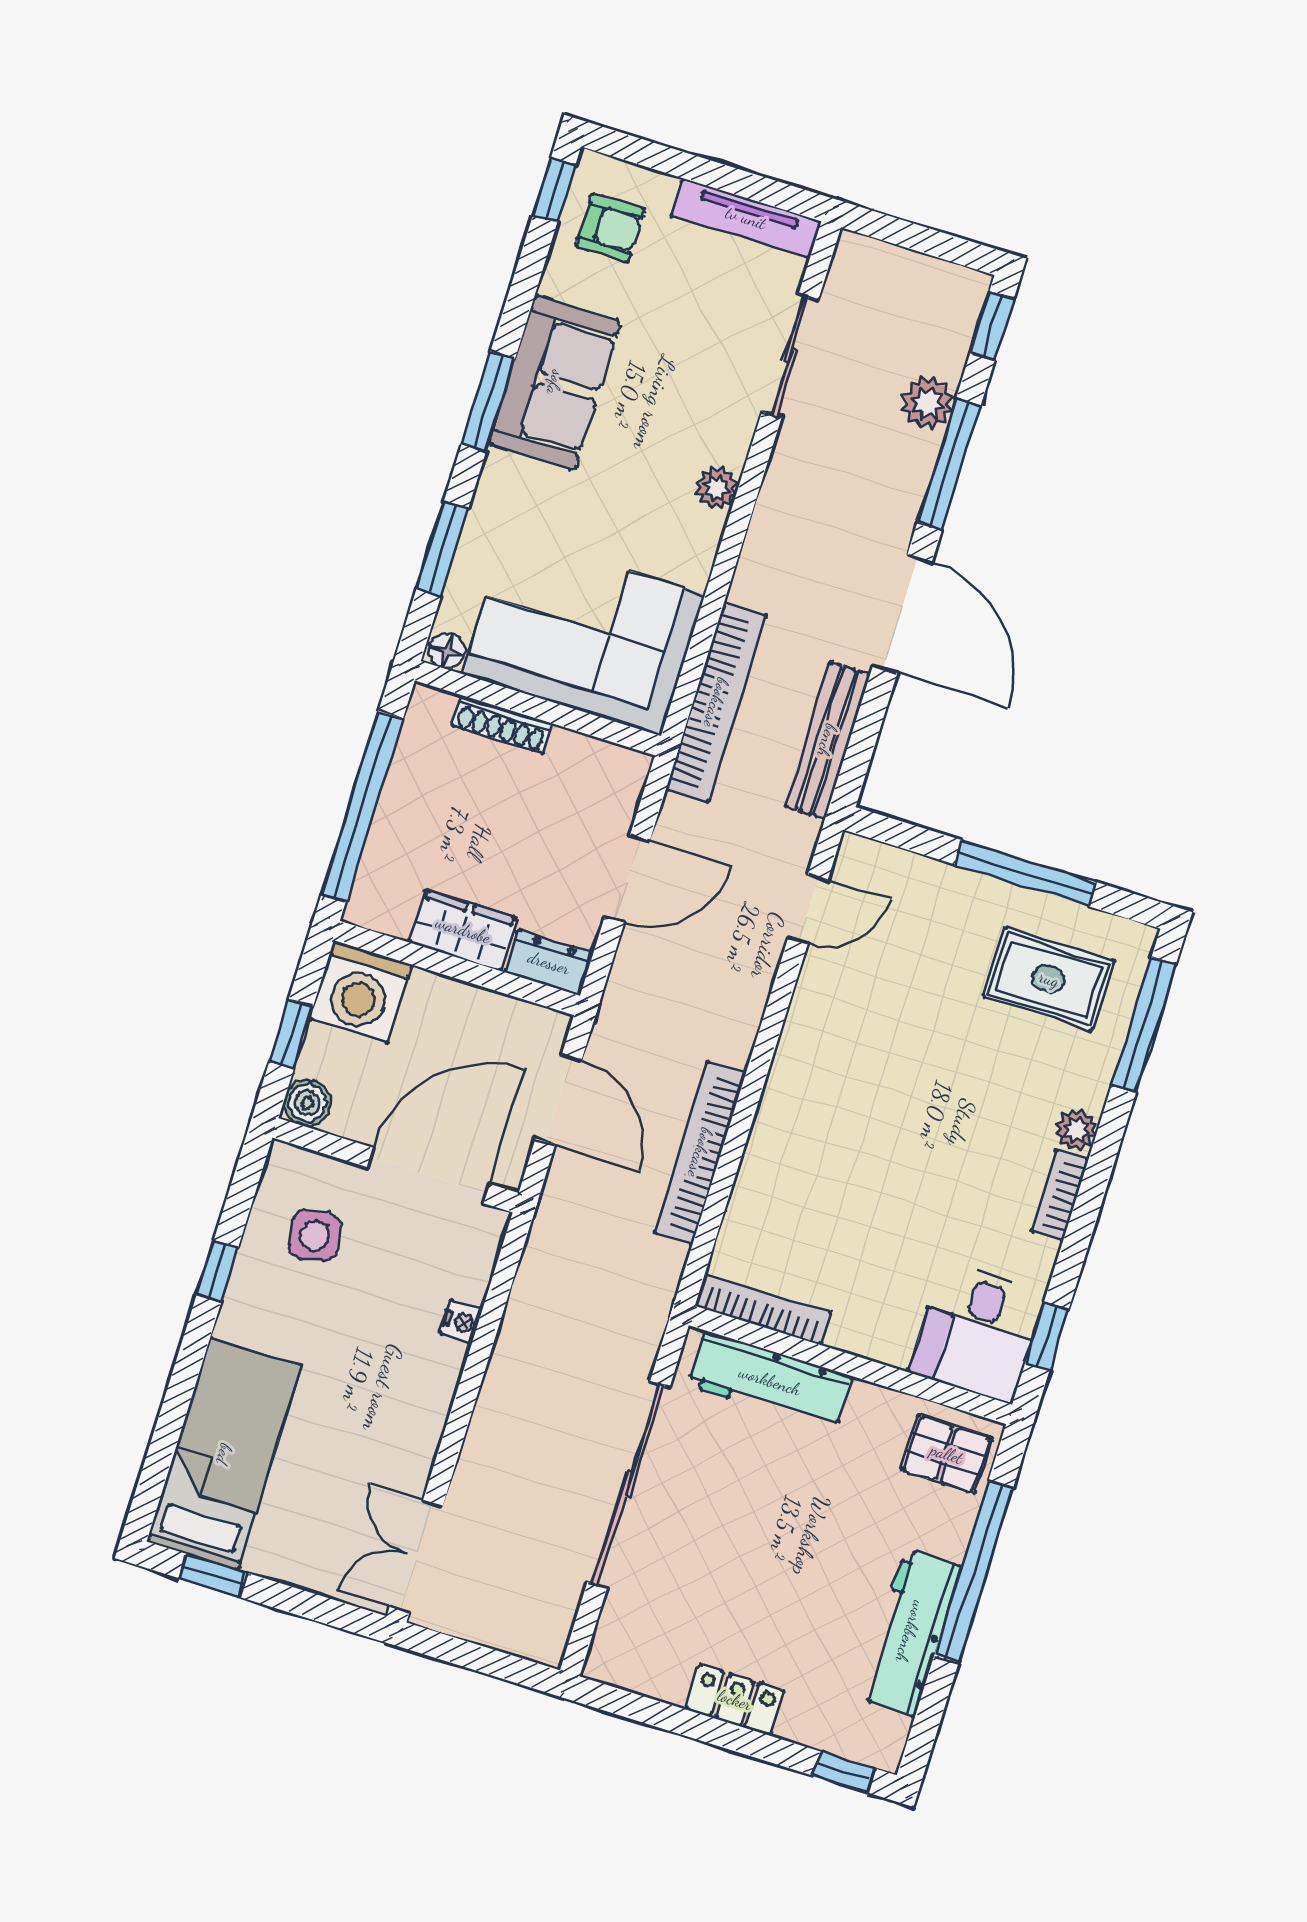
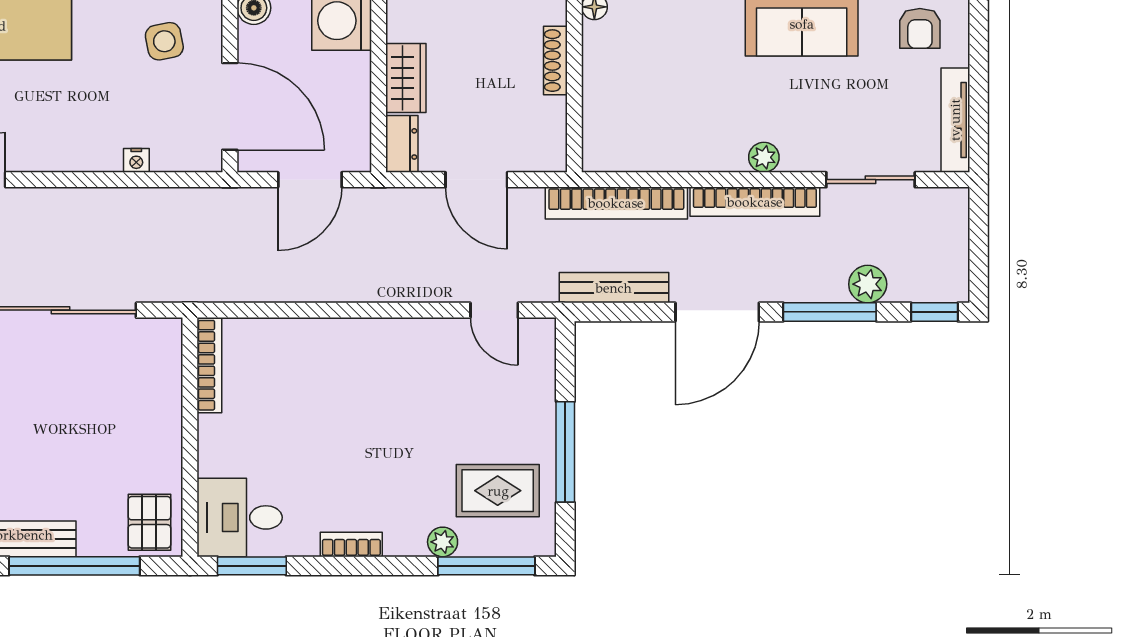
corner sofa: (584, 634) -> (635, 97), removed
rug: (1049, 979) -> (498, 491), turned 90
plant: (1076, 1130) -> (443, 542), moved
bookcase: (700, 1153) -> (755, 202), moved, turned 180
window: (1047, 1336) -> (252, 566), width x1.50
workbench: (770, 1381) -> (162, 385), removed

